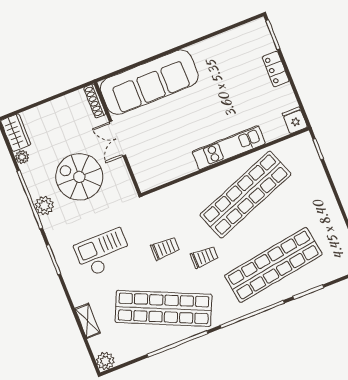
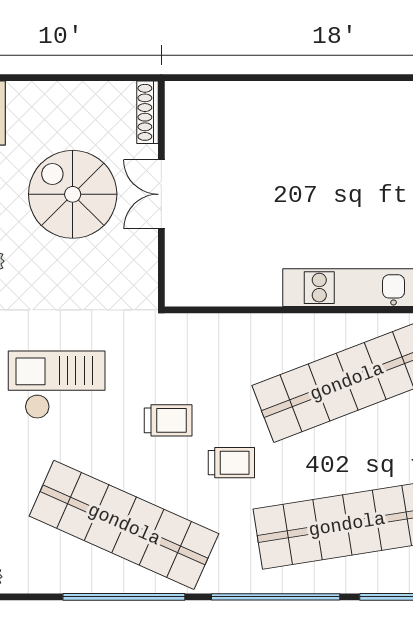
sofa: (149, 82) -> (256, 117), removed
spiral stairs: (79, 177) -> (73, 194), moved

